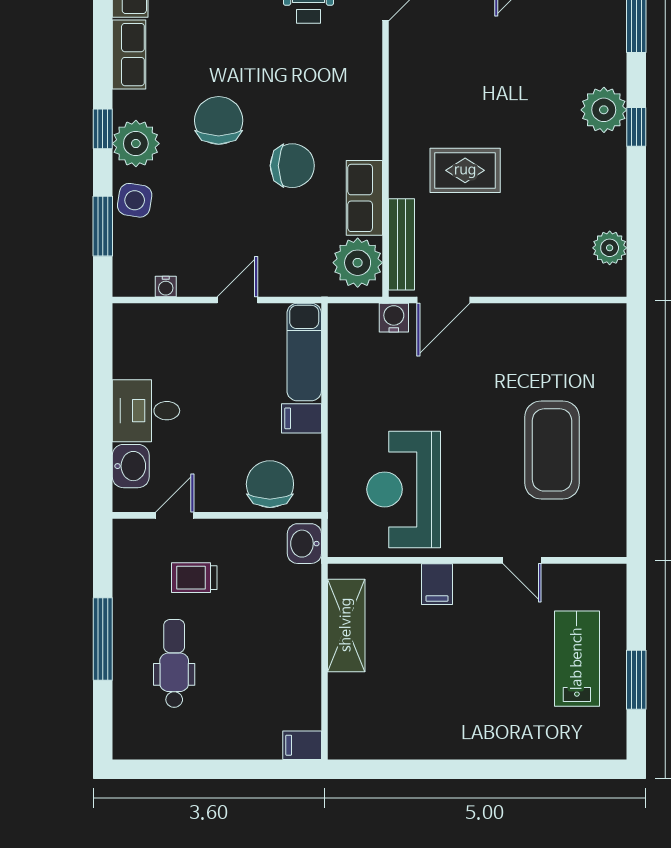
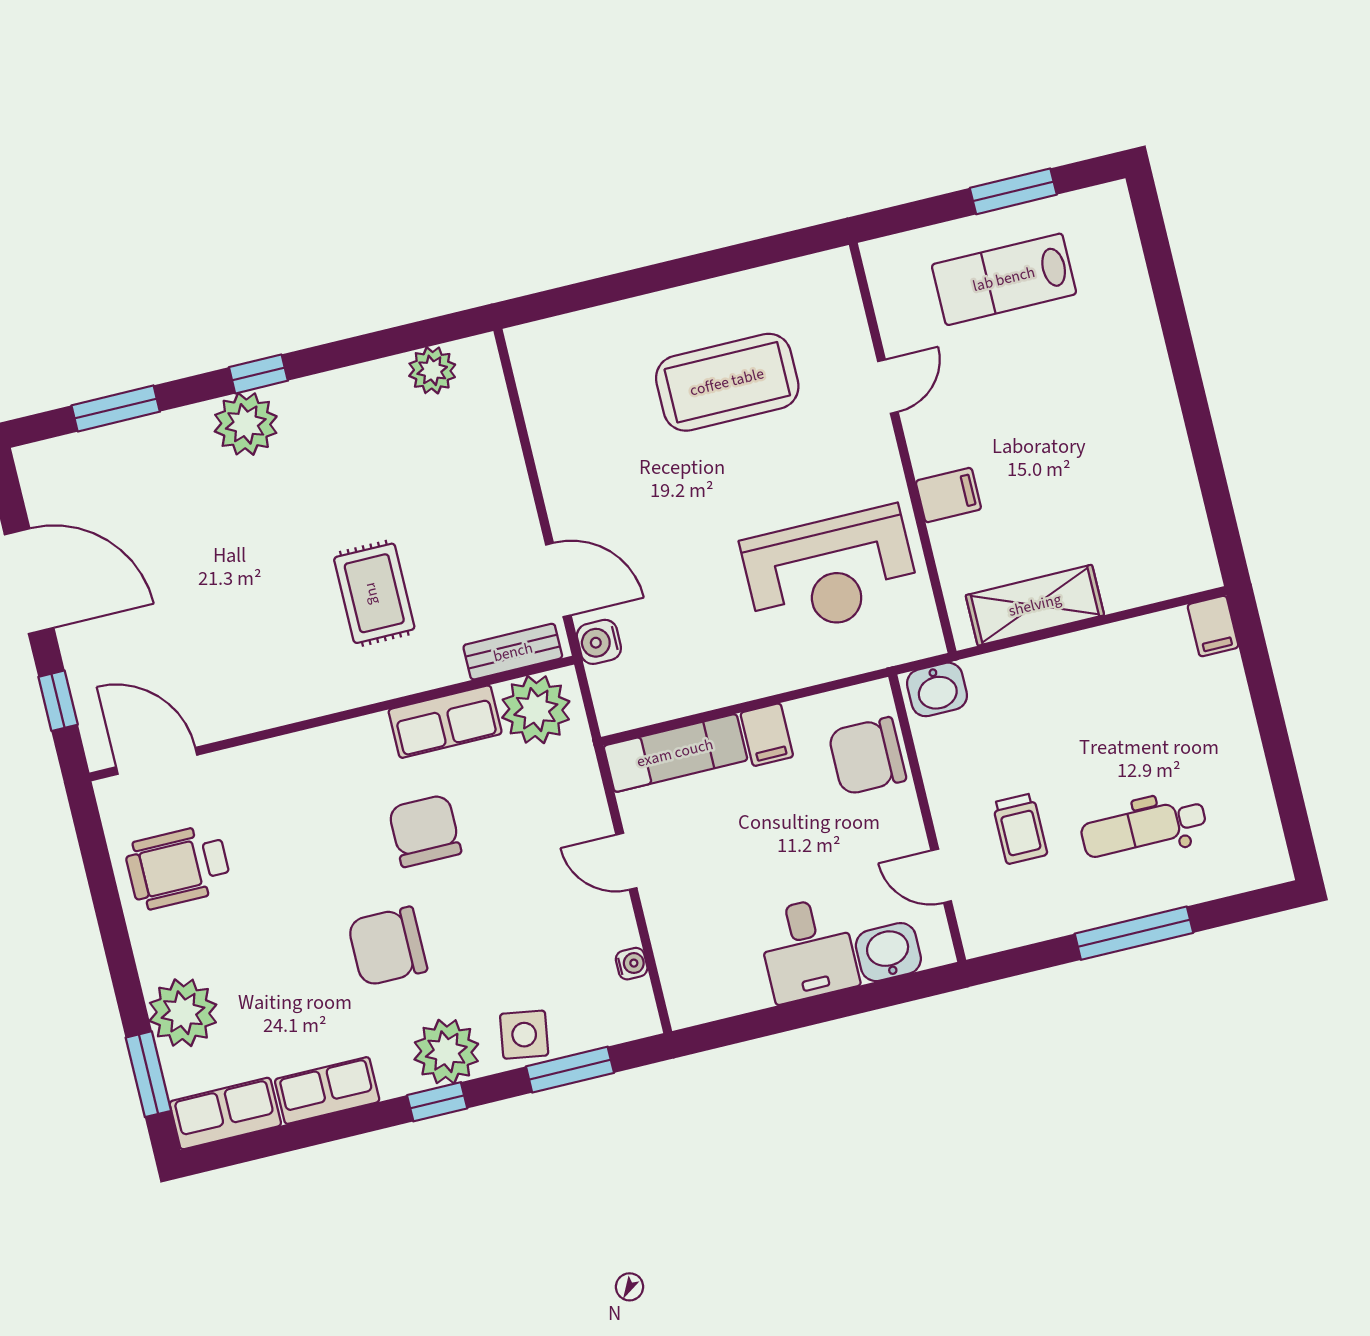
bench: (402, 244) -> (513, 652), width x0.73

